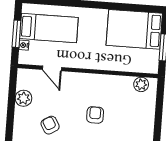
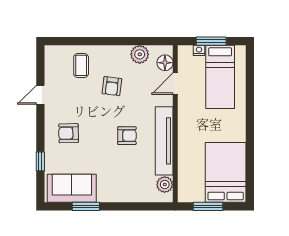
floor lamp: (33, 76) -> (165, 63), added
tv unit: (102, 82) -> (164, 141), added
armchair: (50, 125) -> (112, 86), turned 128

